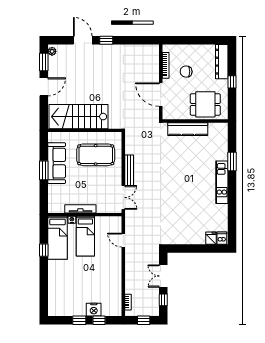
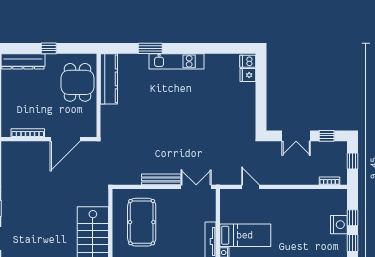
chair: (186, 72) -> (35, 107), removed
kitchen counter: (188, 129) -> (109, 79), moved
door: (123, 240) -> (250, 187), swing flipped

